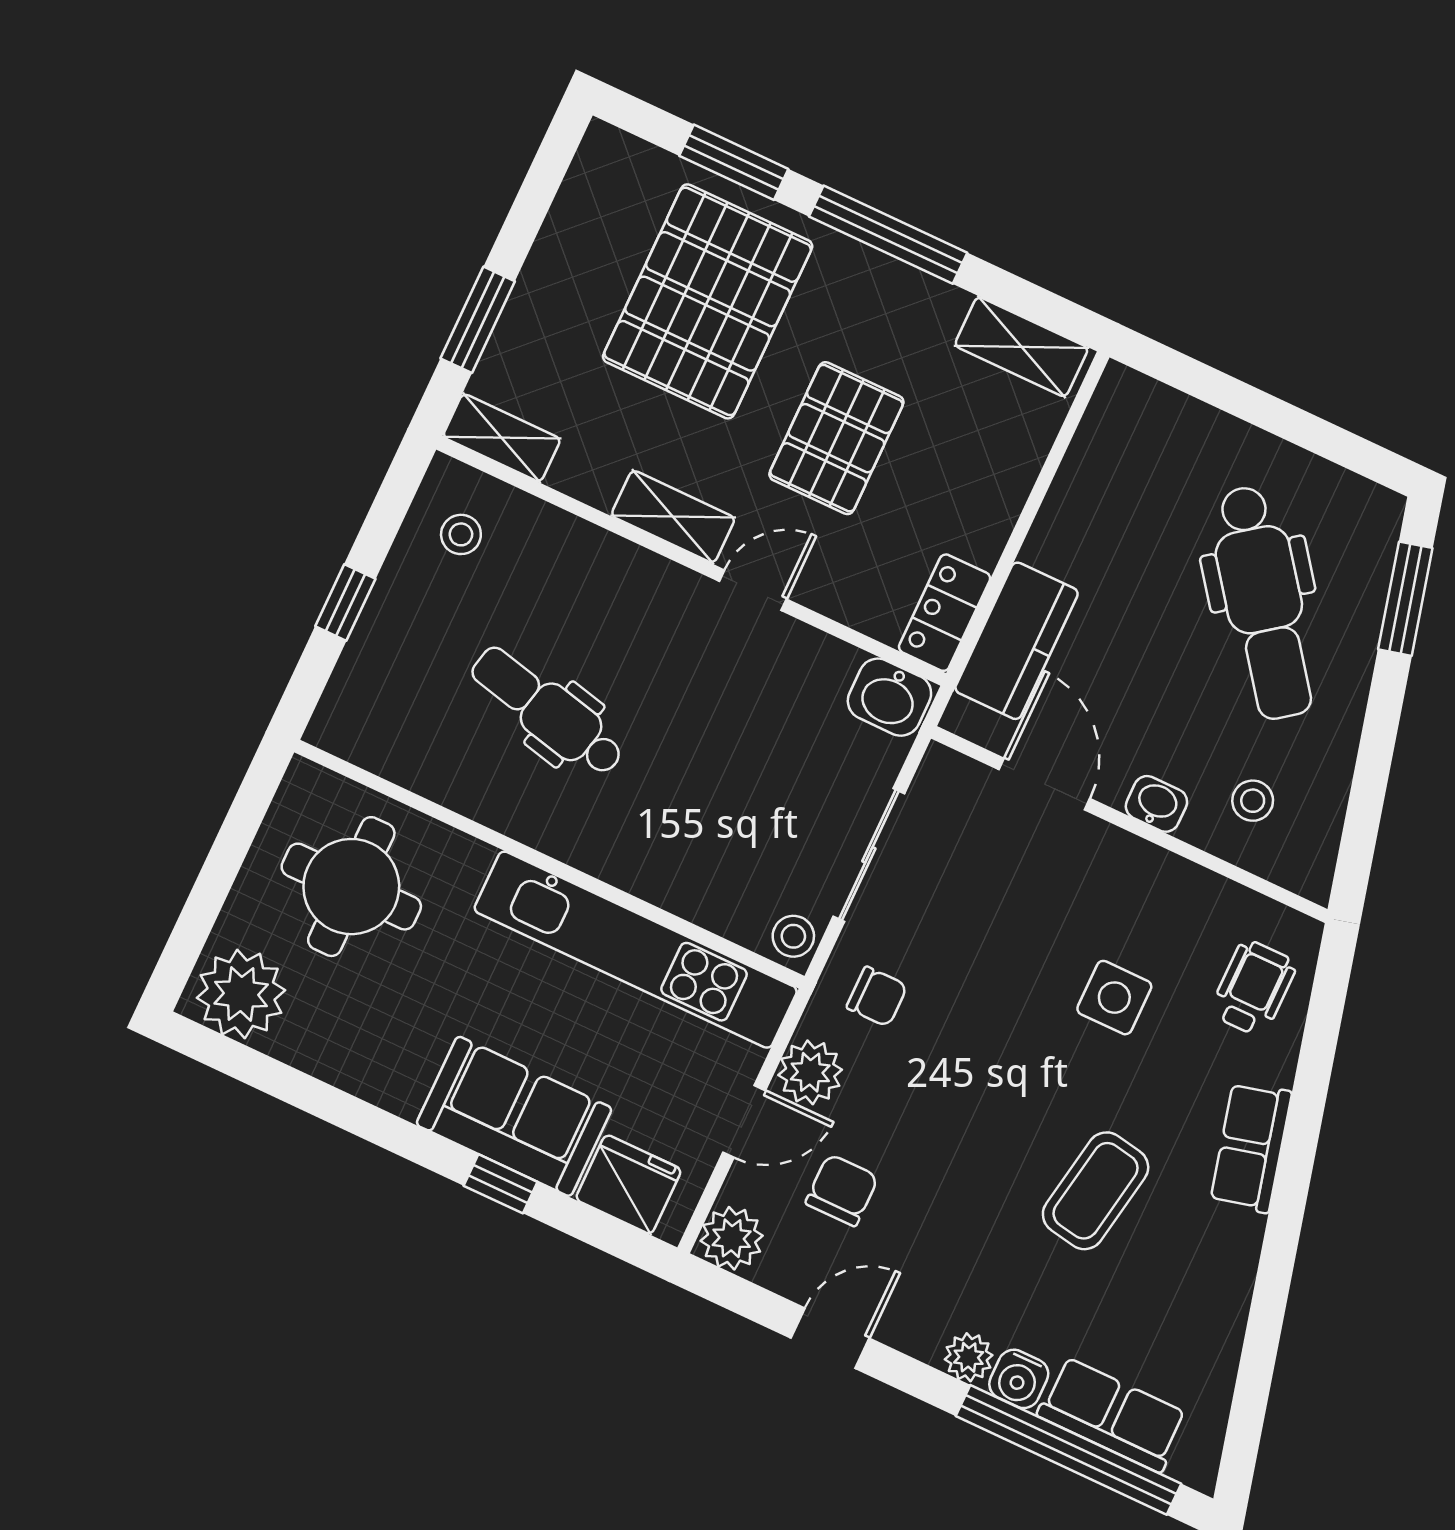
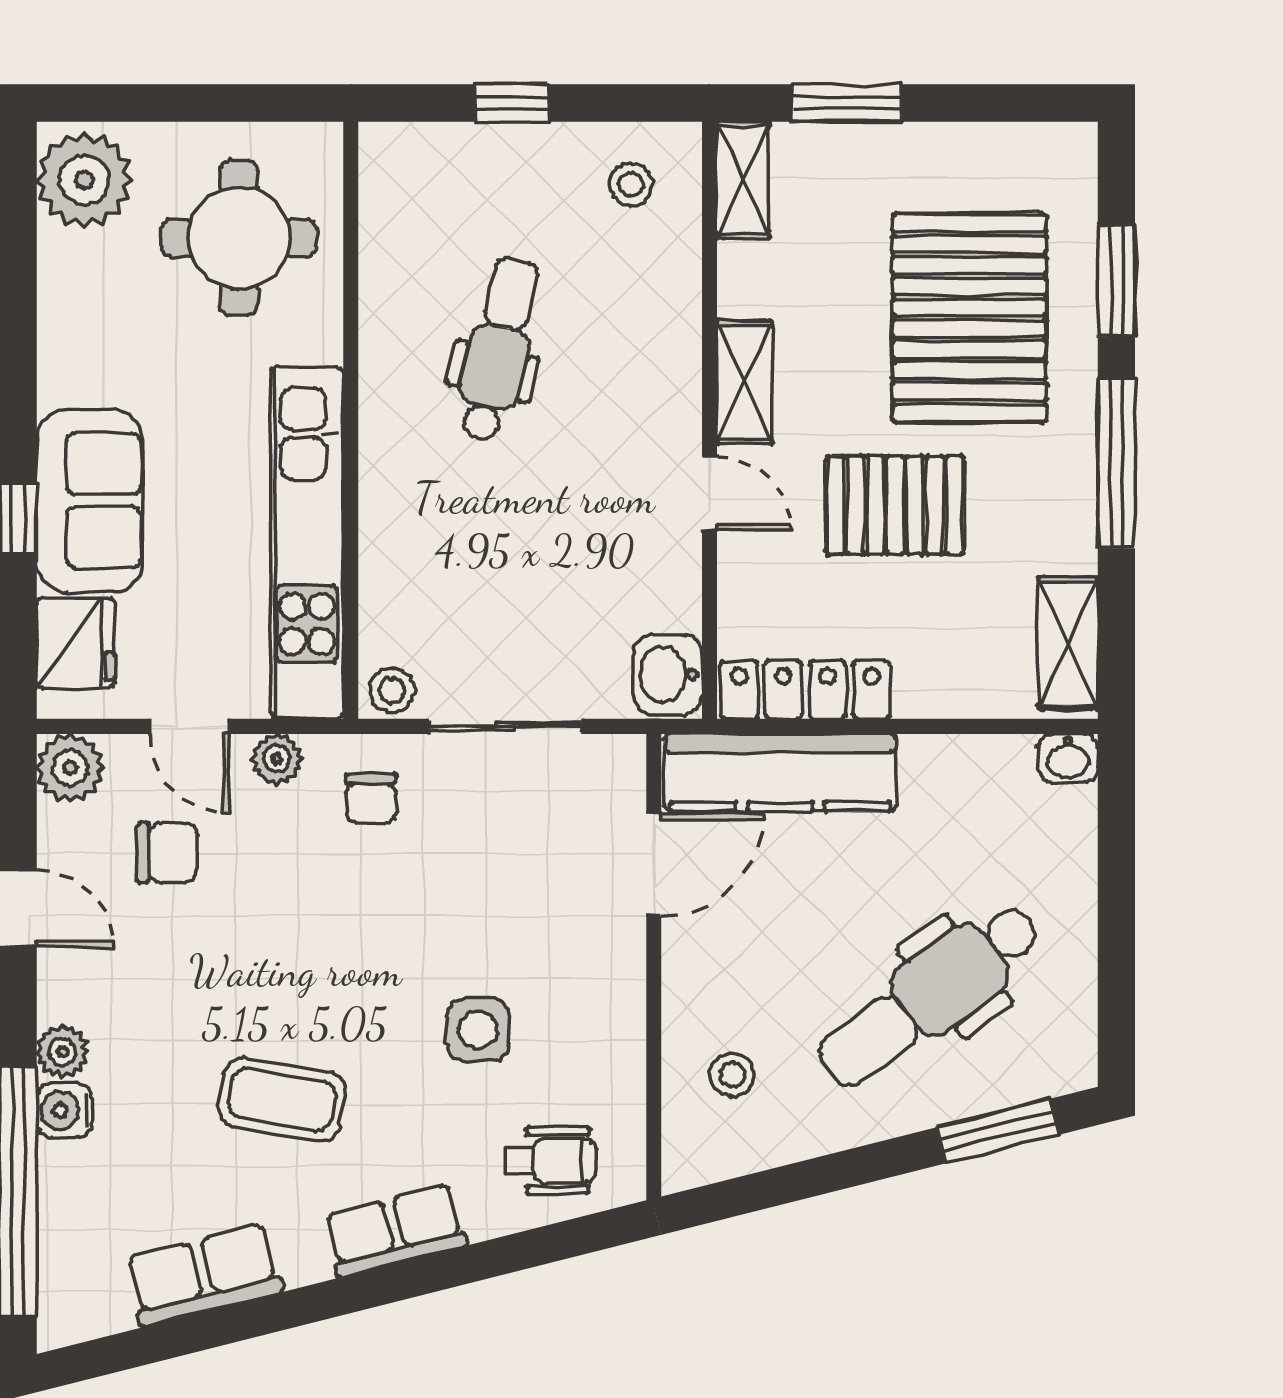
pallet: (708, 301) -> (969, 318), turned 90
locker: (945, 613) -> (805, 690), width x1.53
kitchen counter: (1017, 641) -> (780, 772), width x1.50
washbasin: (1156, 804) -> (1068, 758), moved, turned 90
plant: (810, 1072) -> (277, 759), width x0.73, depth x0.73
row of seats: (1112, 1415) -> (204, 1275), moved, turned -104

